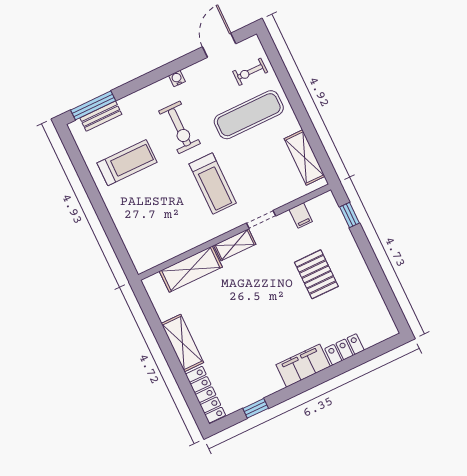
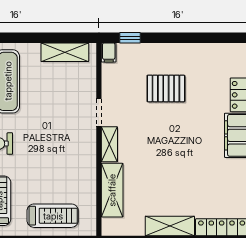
treadmill: (213, 184) -> (53, 216), moved
filing cabinet: (301, 215) -> (109, 52), moved, turned 90

